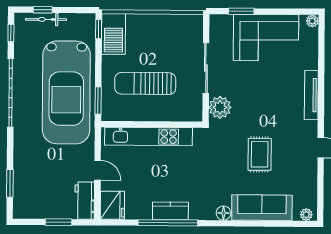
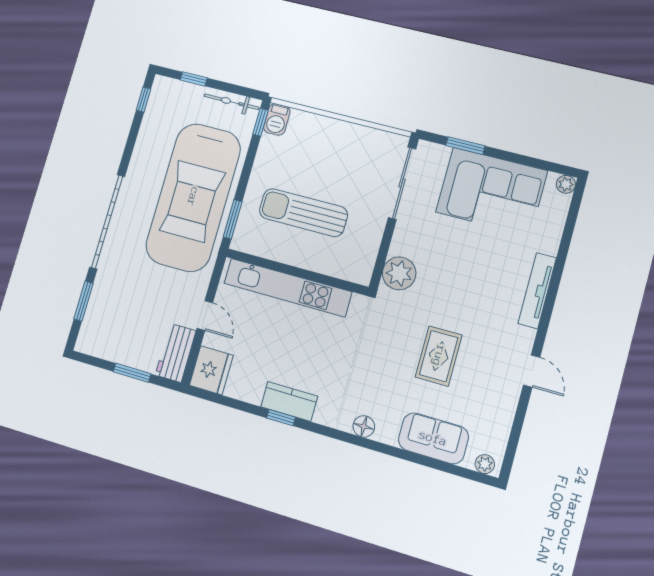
bicycle: (46, 19) -> (231, 102), moved
barbecue: (113, 34) -> (277, 119), width x0.53, depth x0.65
sliding door: (206, 68) -> (402, 183), moved
garage door: (11, 93) -> (107, 222), moved
sofa: (262, 208) -> (433, 438), width x0.73
window: (168, 223) -> (281, 418), width x0.32

